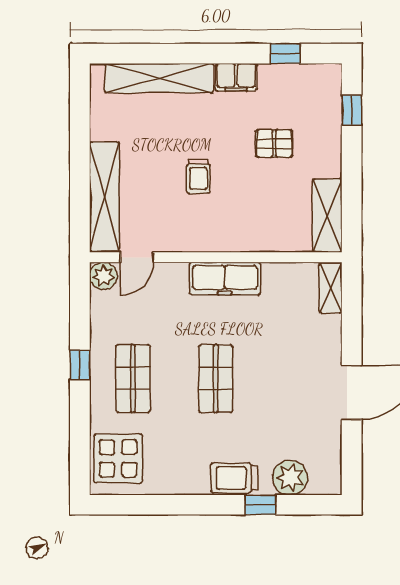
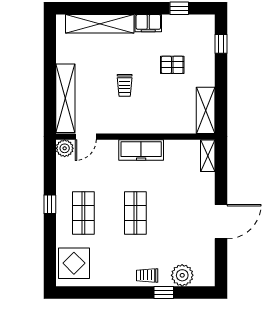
trolley: (234, 478) -> (147, 275), width x0.73, depth x0.72

